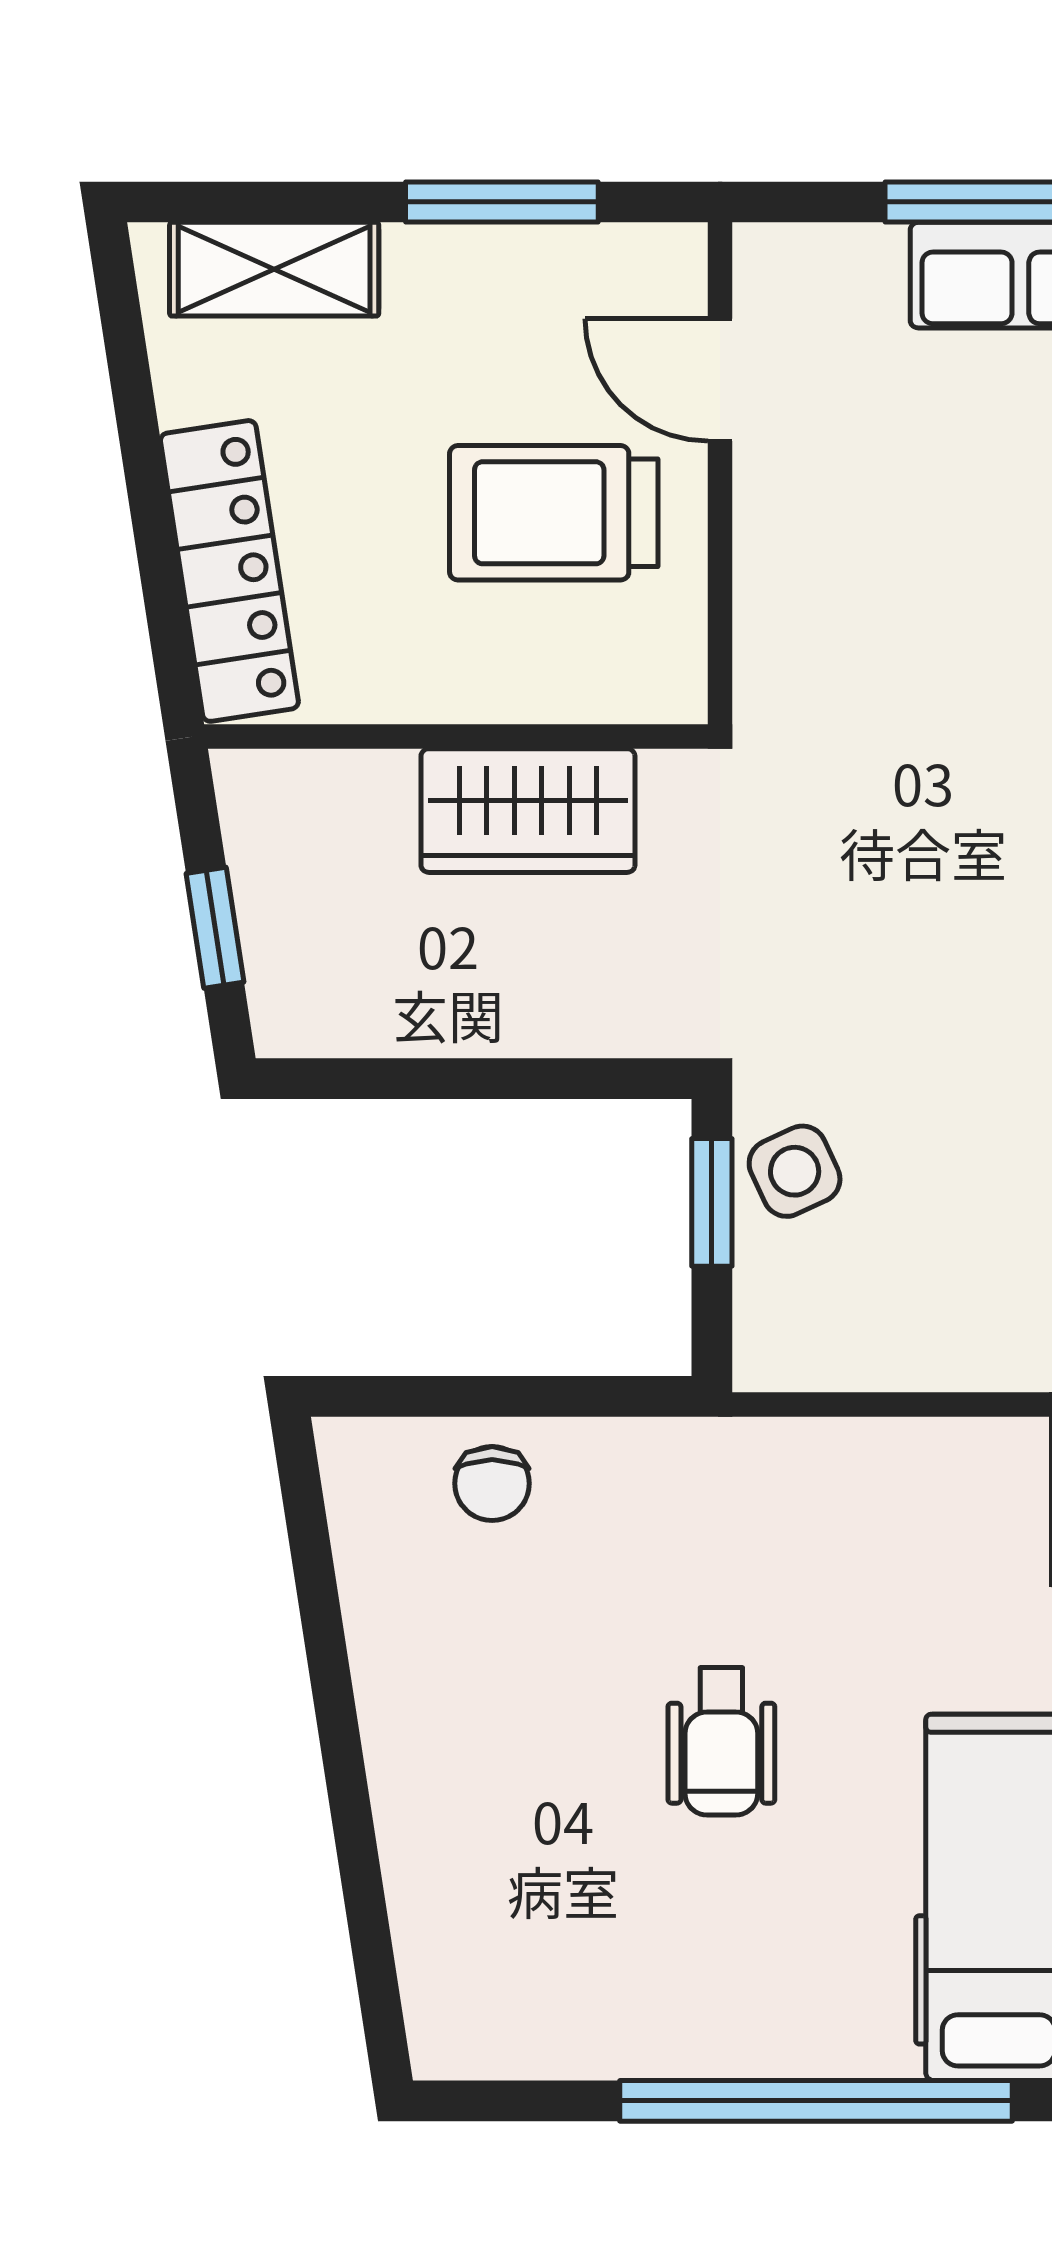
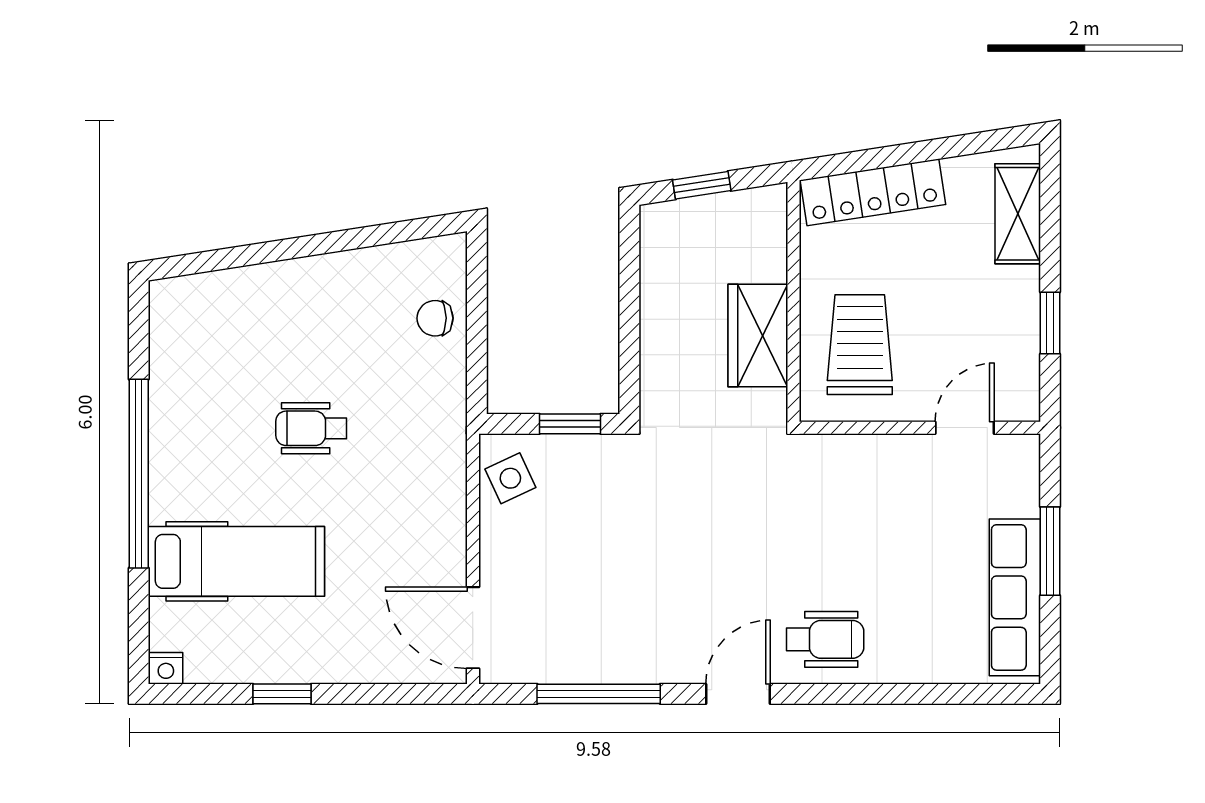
window: (502, 202) -> (1050, 323), width x0.67
trolley: (554, 513) -> (860, 345), moved
side table: (795, 1171) -> (510, 478), moved

